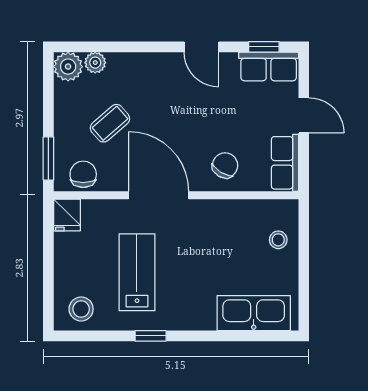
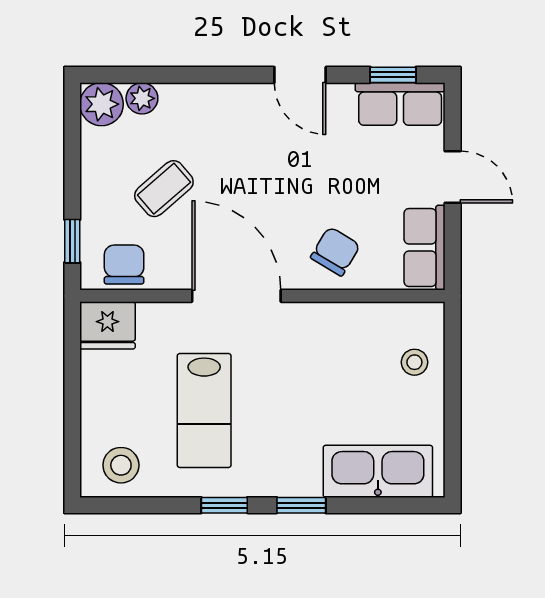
window: (48, 158) -> (72, 241), width x0.67
fridge: (67, 215) -> (107, 325), width x1.38
lab bench: (137, 272) -> (204, 410), turned 180
window: (202, 336) -> (301, 505), added

